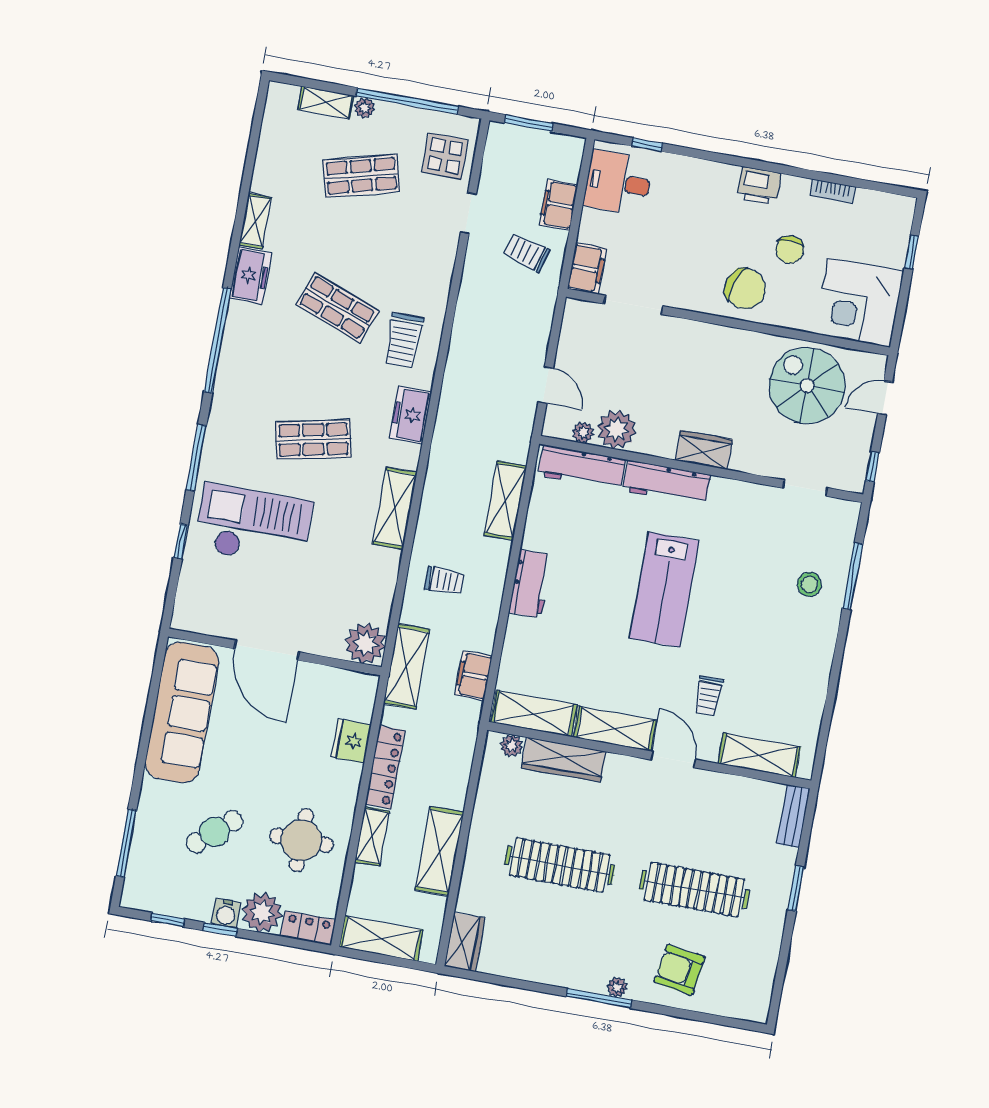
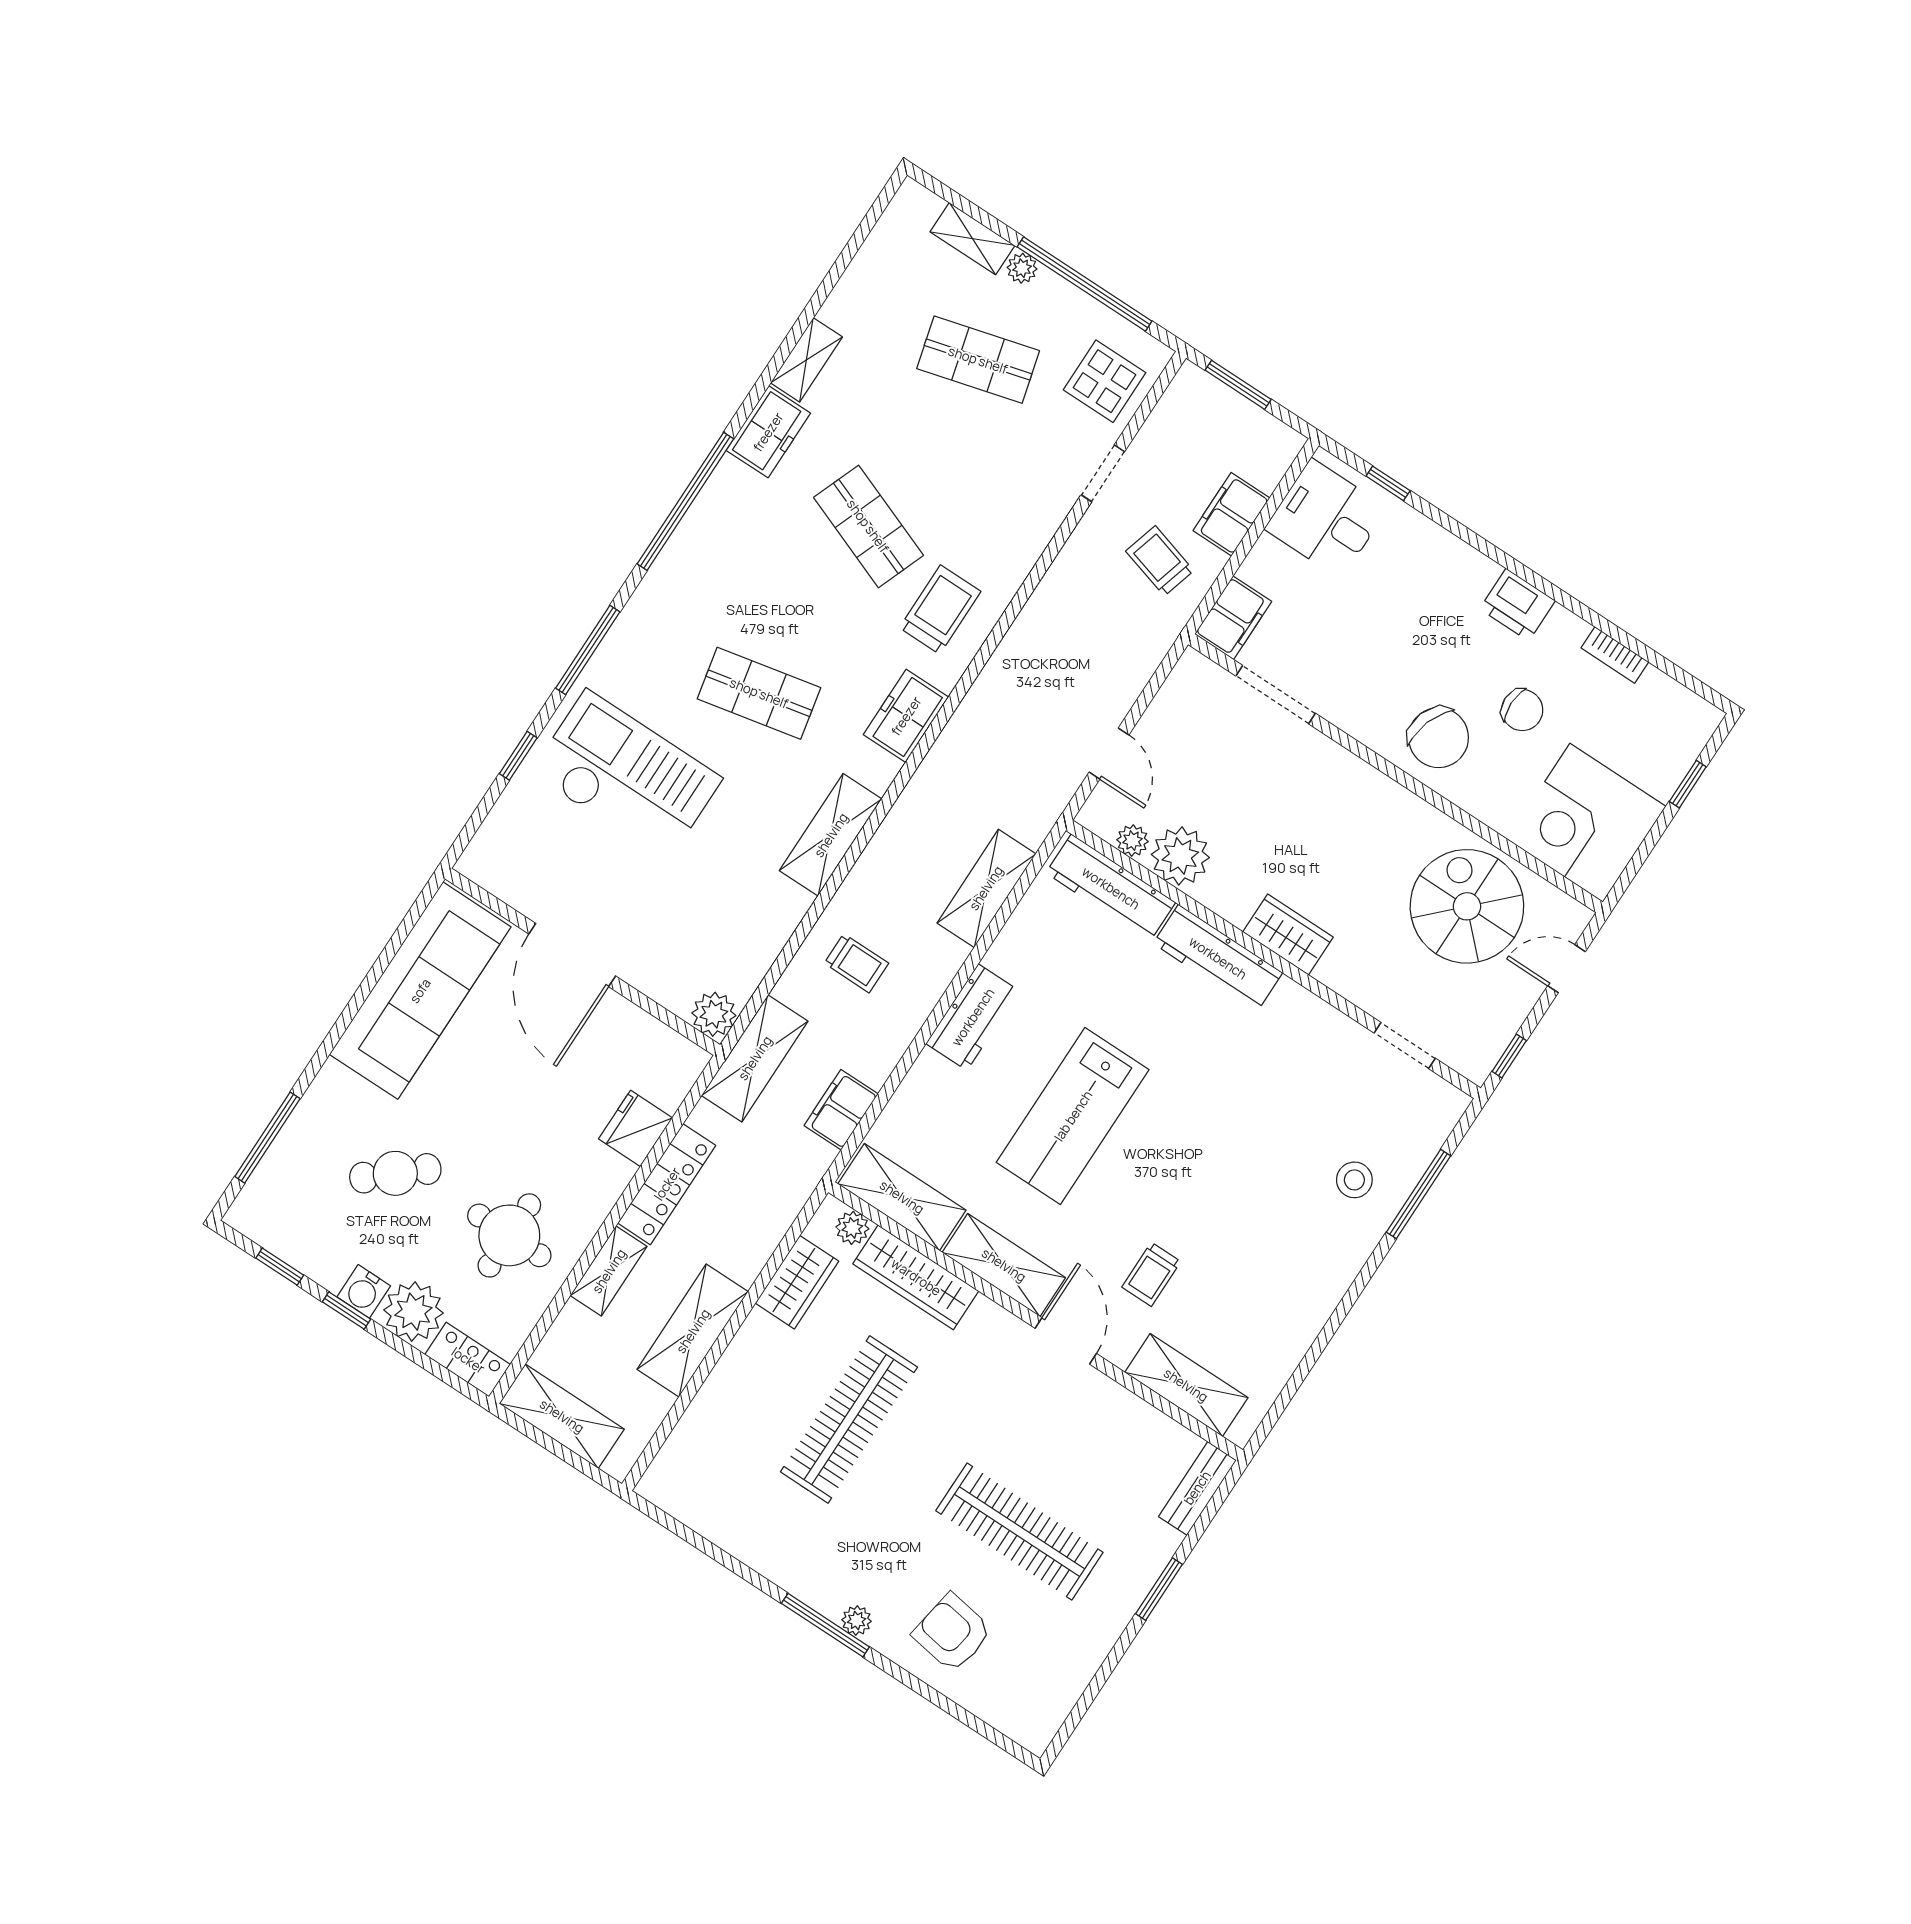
chair: (790, 250) -> (1522, 710), turned -90
trolley: (403, 340) -> (940, 610), turned 180
lab bench: (664, 590) -> (1073, 1116), moved
plant: (365, 644) -> (714, 1014), width x0.73, depth x0.73
clothes rail: (560, 865) -> (849, 1420), turned 90
wardrobe: (465, 942) -> (797, 1282), moved

